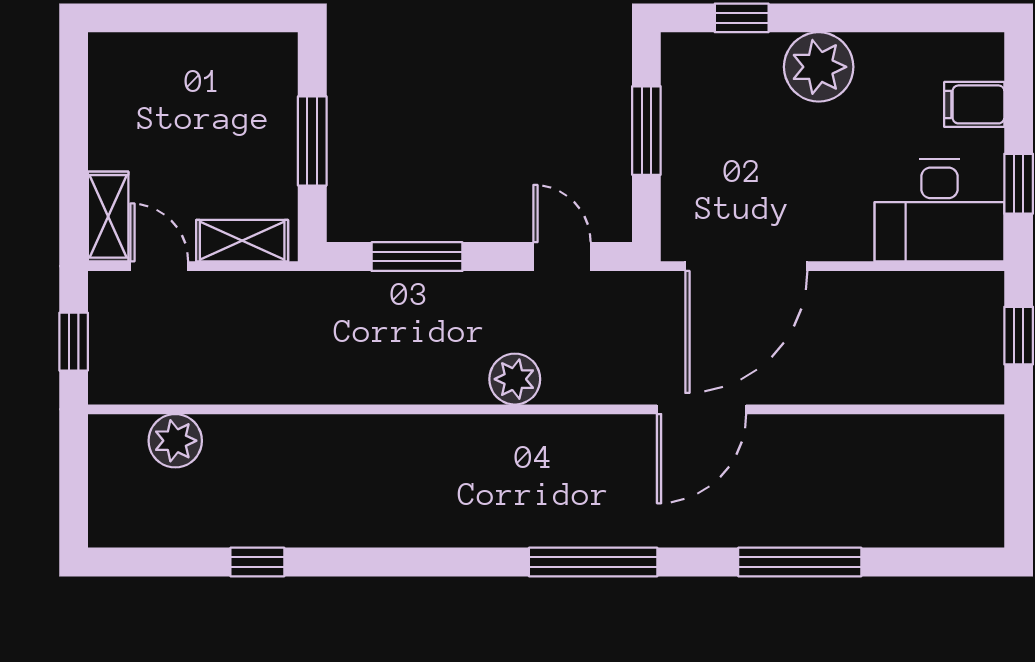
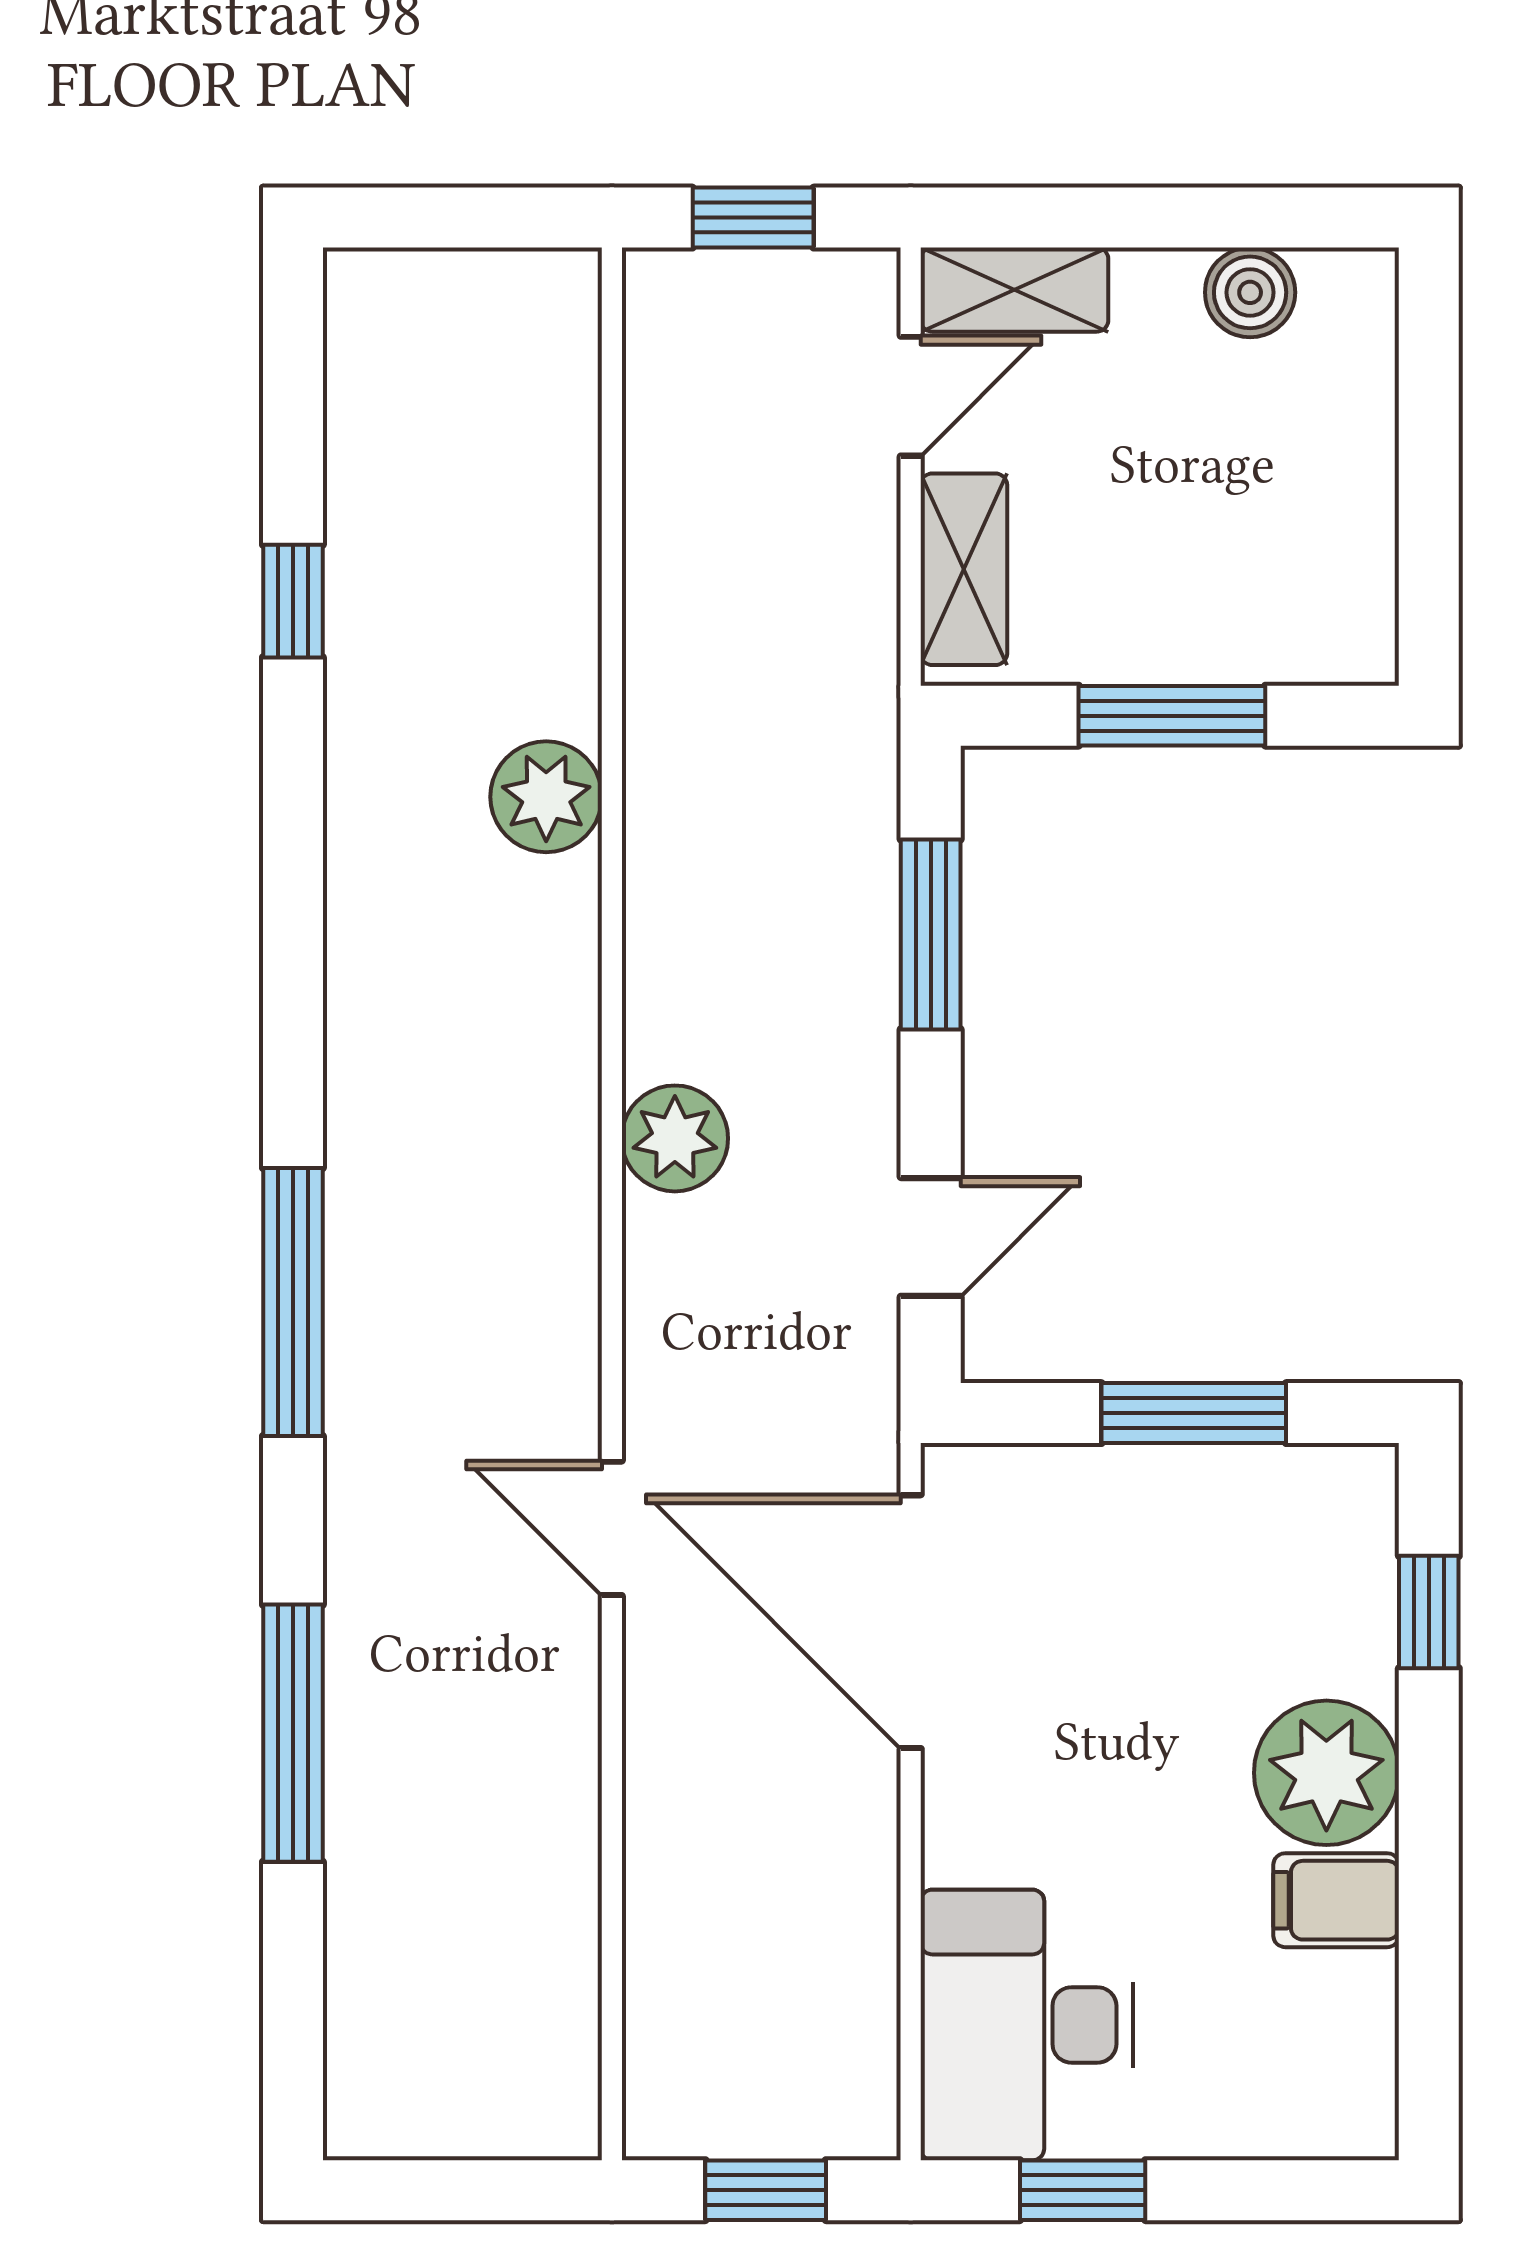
boiler: (109, 104) -> (1250, 292), added
filing cabinet: (974, 104) -> (1336, 1900), moved, turned -90
door: (702, 409) -> (612, 1528), width x0.73
plant: (175, 441) -> (546, 797), moved

